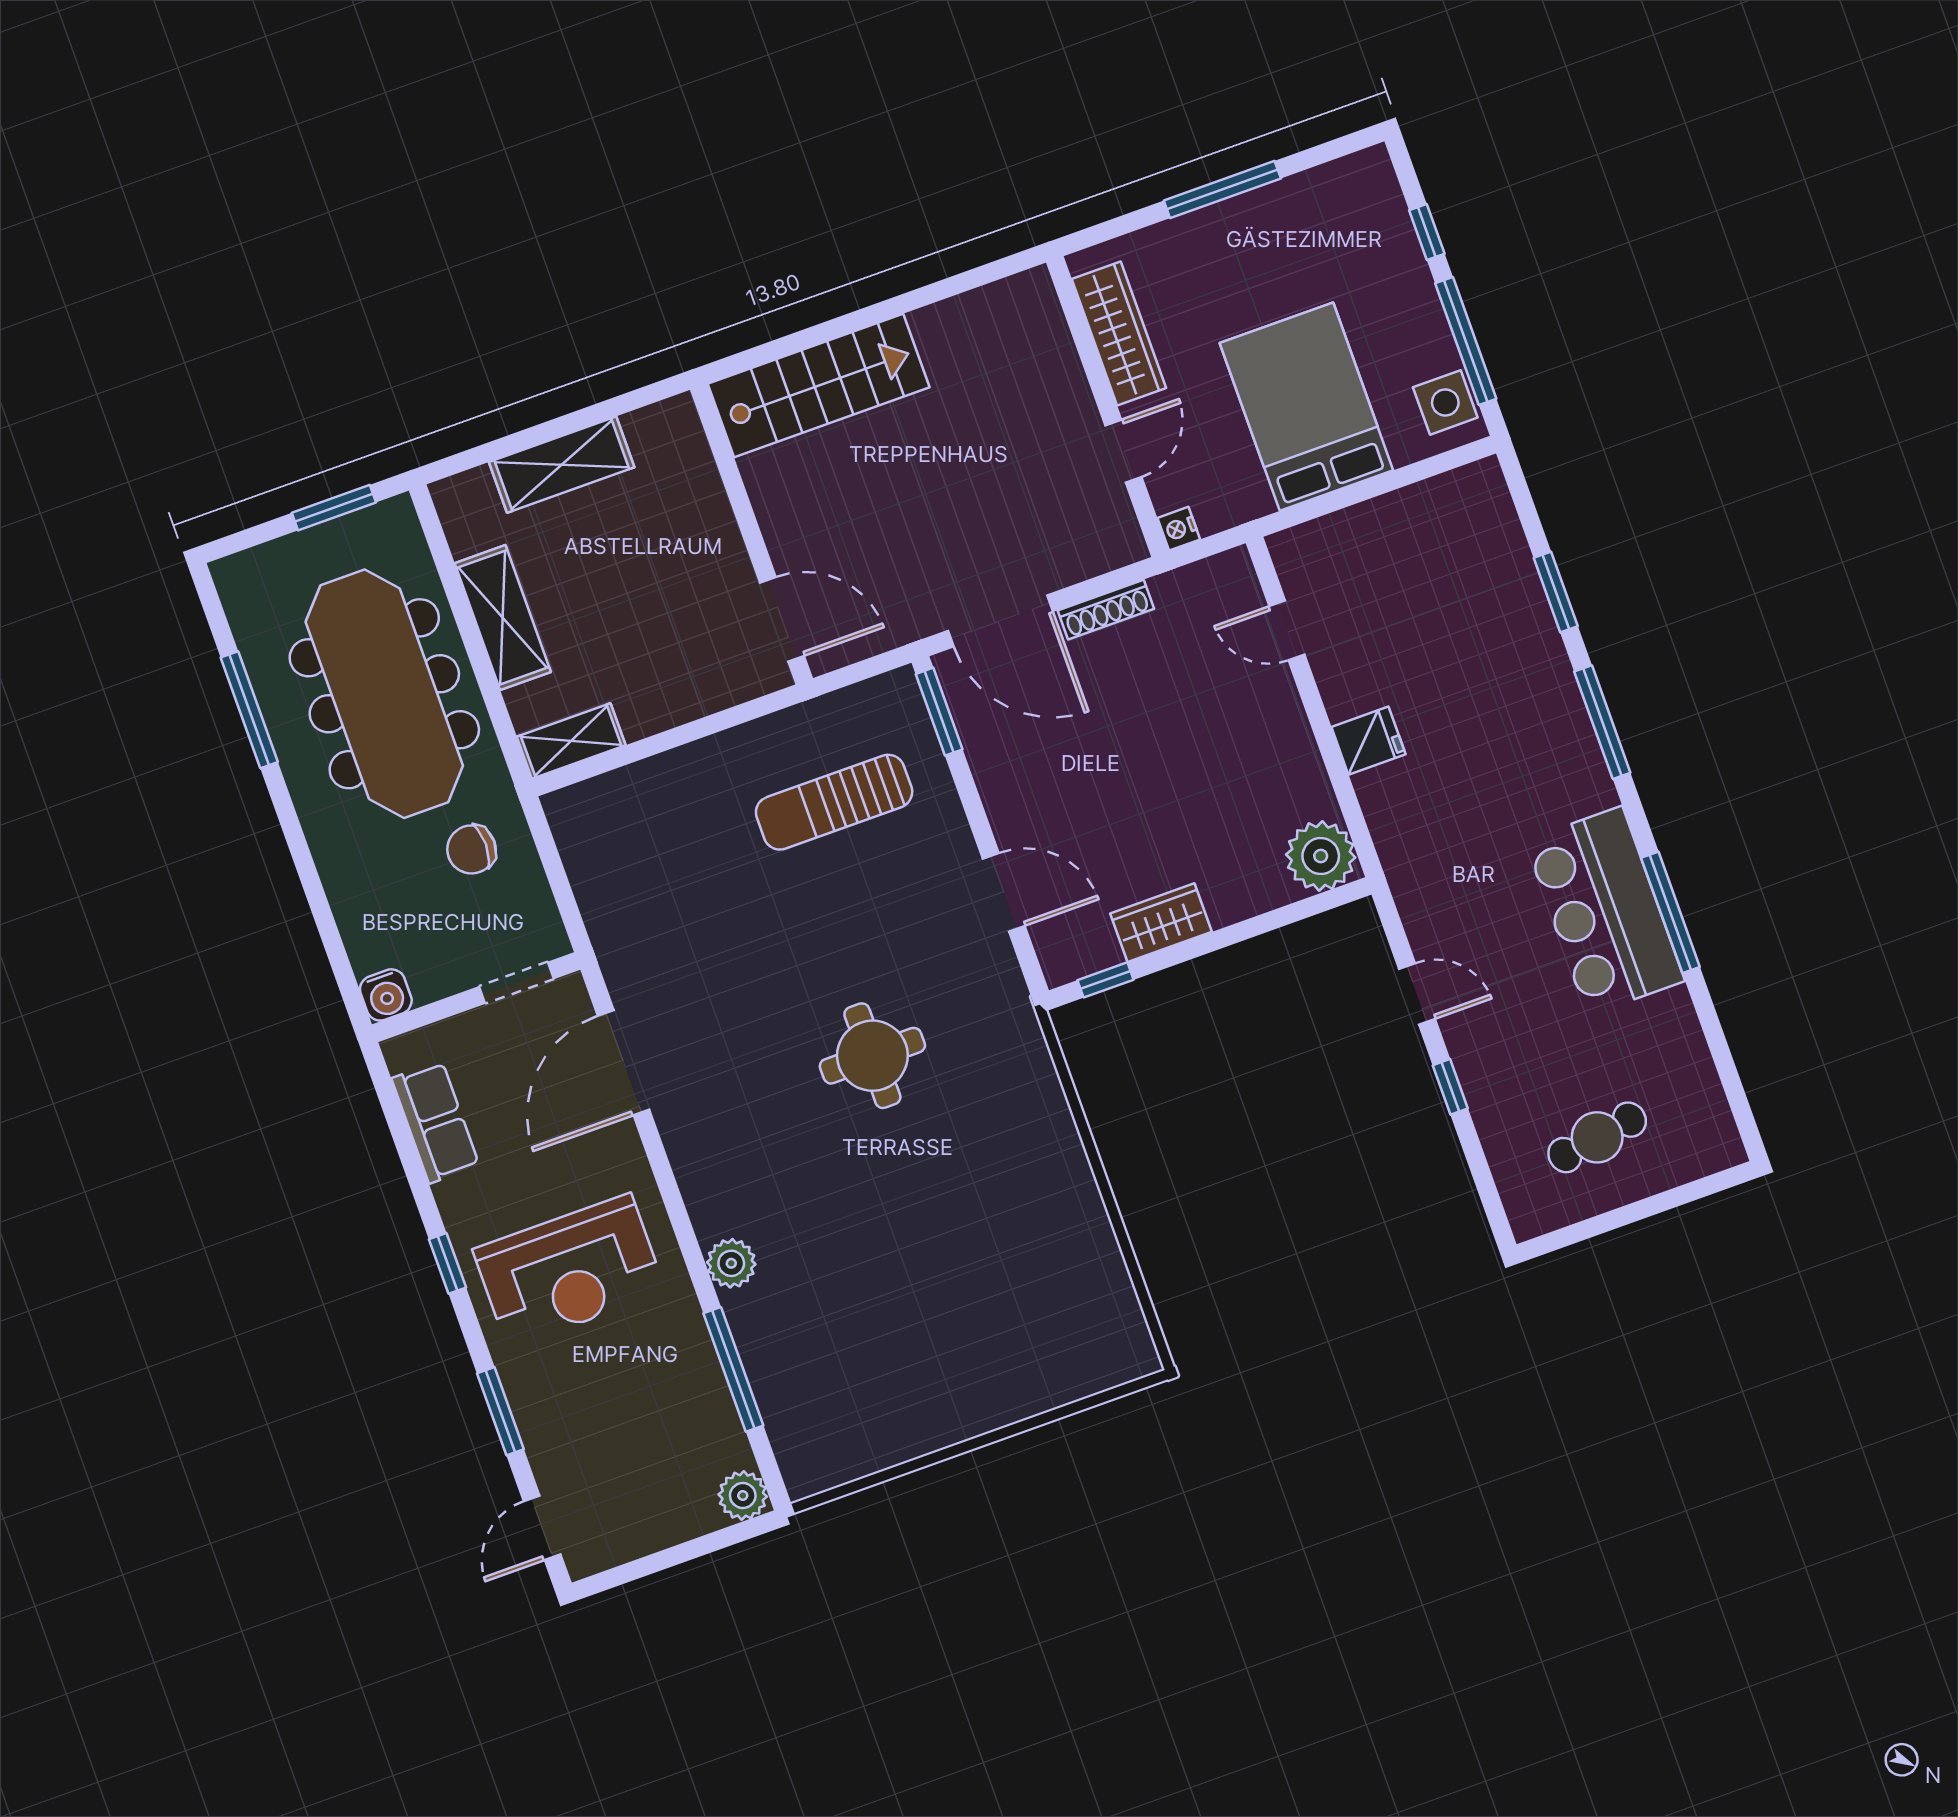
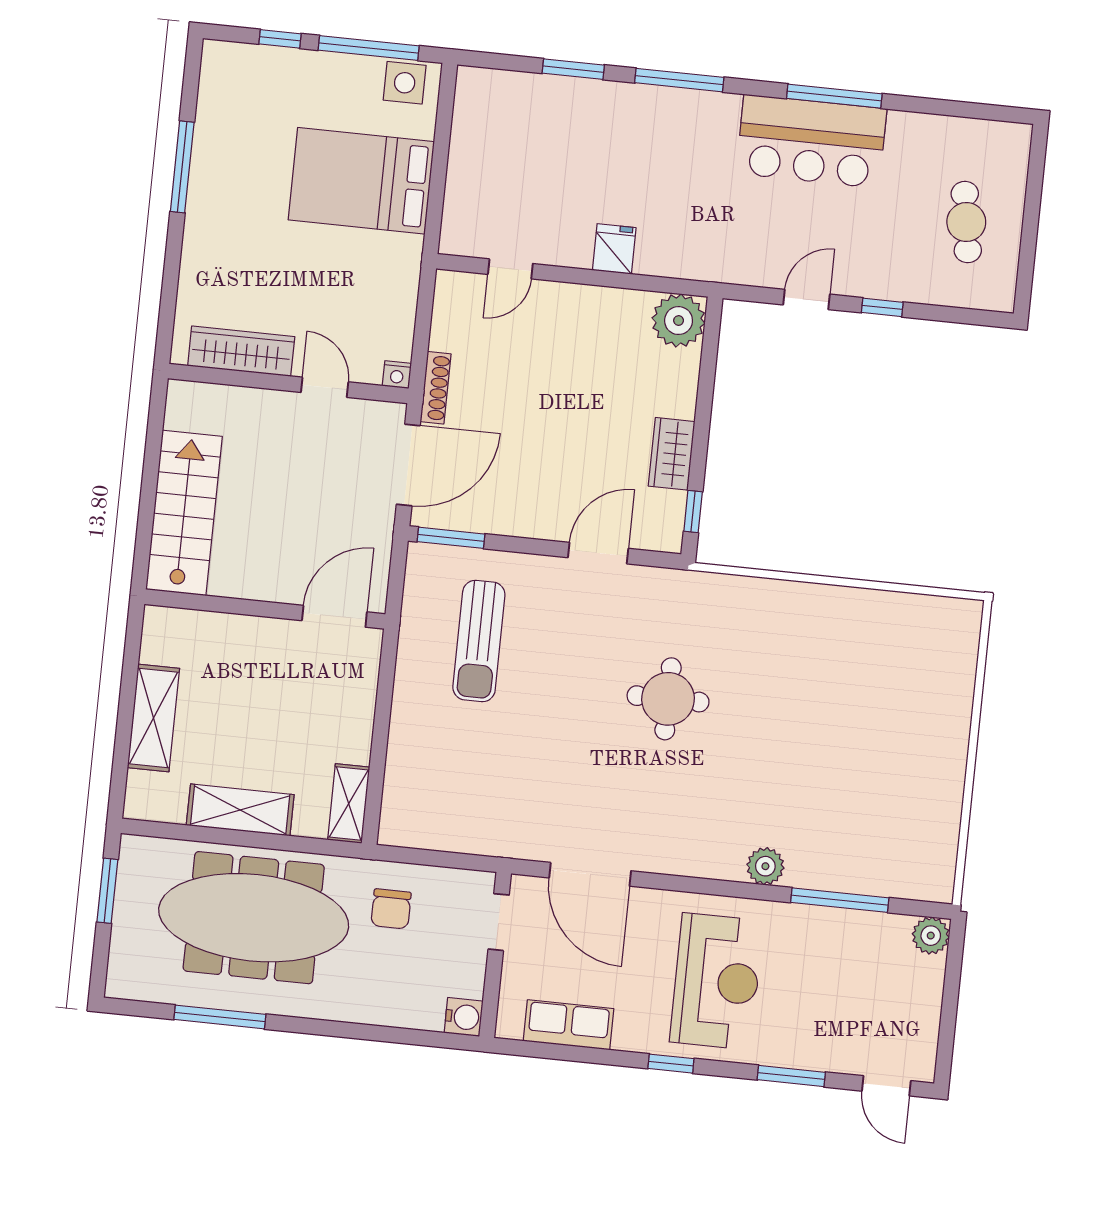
wardrobe: (1119, 333) -> (241, 351), moved
wall: (1108, 407) -> (288, 383), moved
door: (1123, 451) -> (325, 387), moved
nightstand: (1179, 529) -> (397, 375), moved

